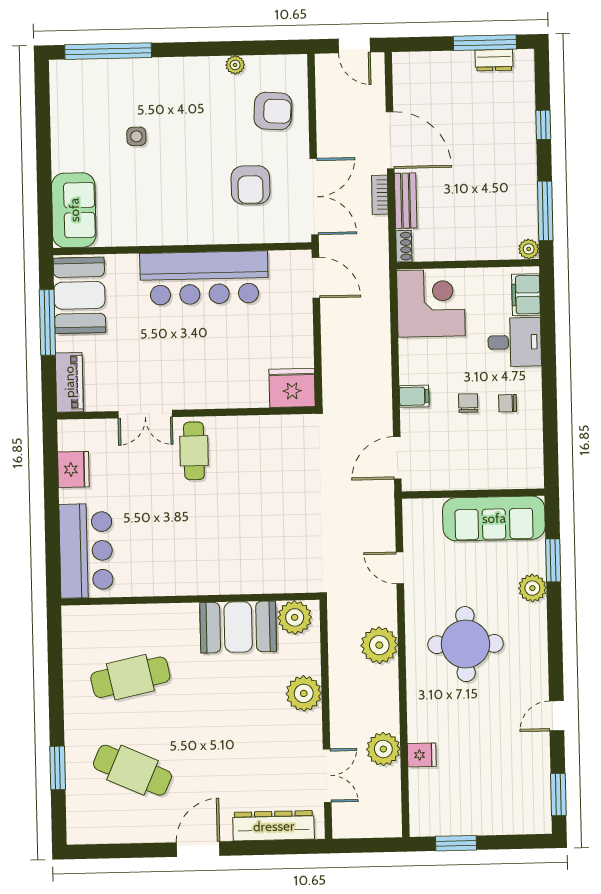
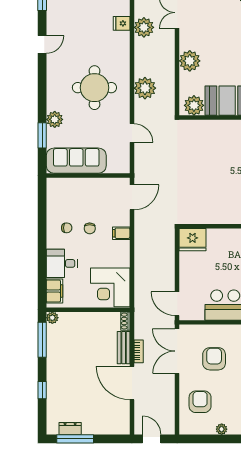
armchair: (273, 111) -> (200, 402), turned 86

